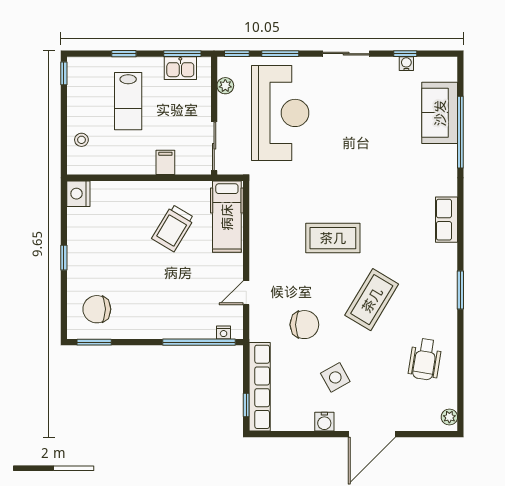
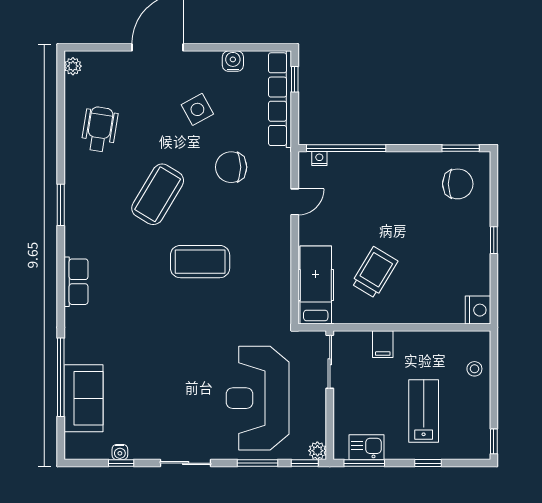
plant: (225, 86) -> (317, 451), moved
water cooler: (324, 422) -> (233, 61), moved

